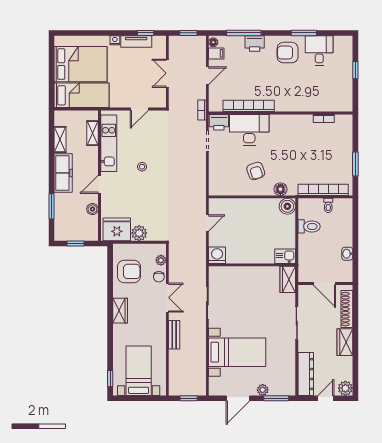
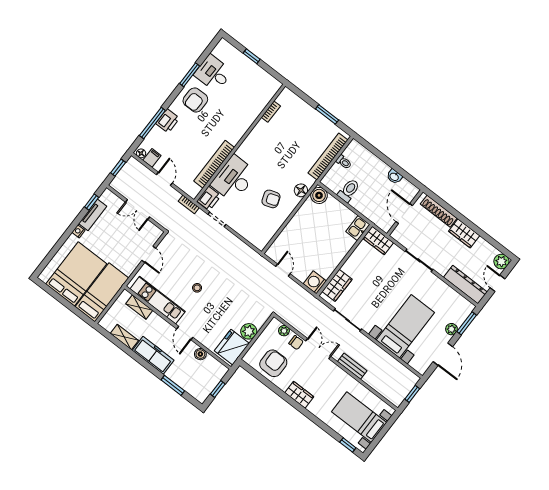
wardrobe: (228, 274) -> (337, 285), added
door: (324, 284) -> (404, 214), swing flipped

